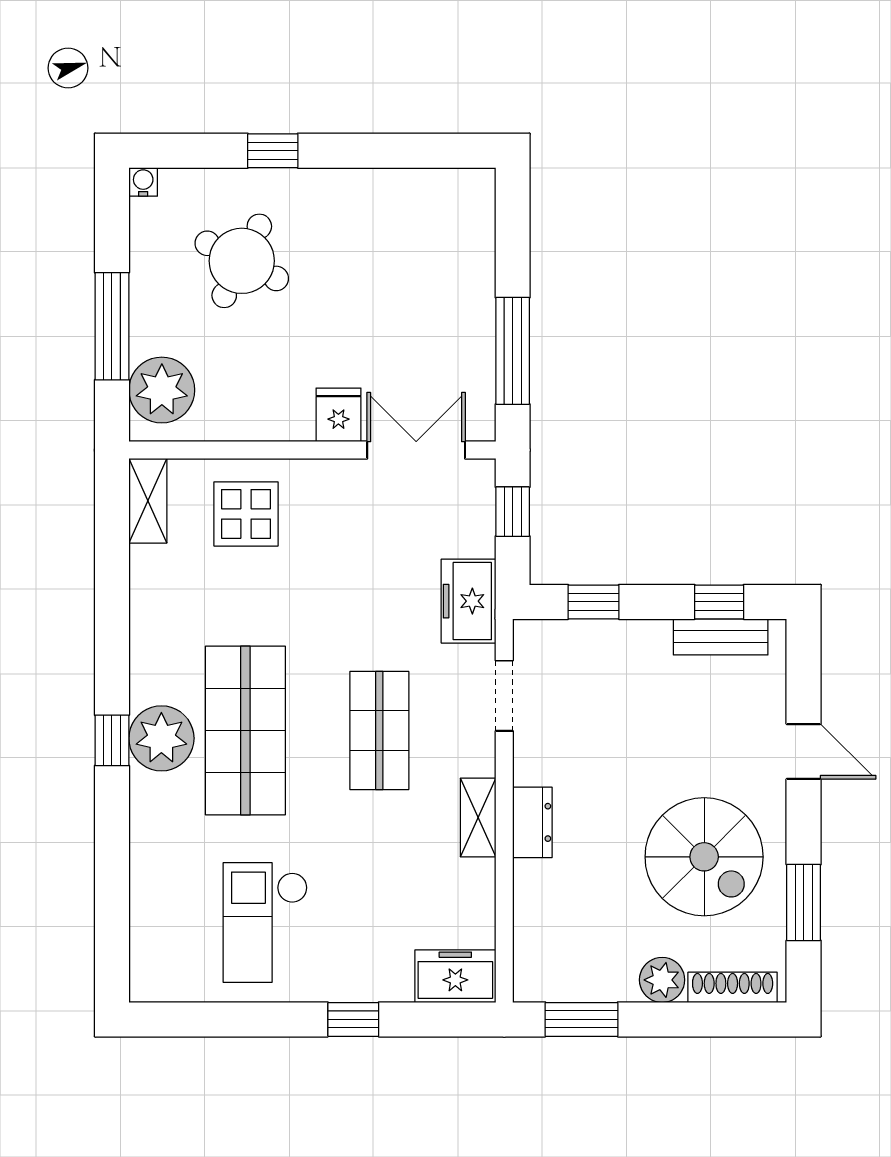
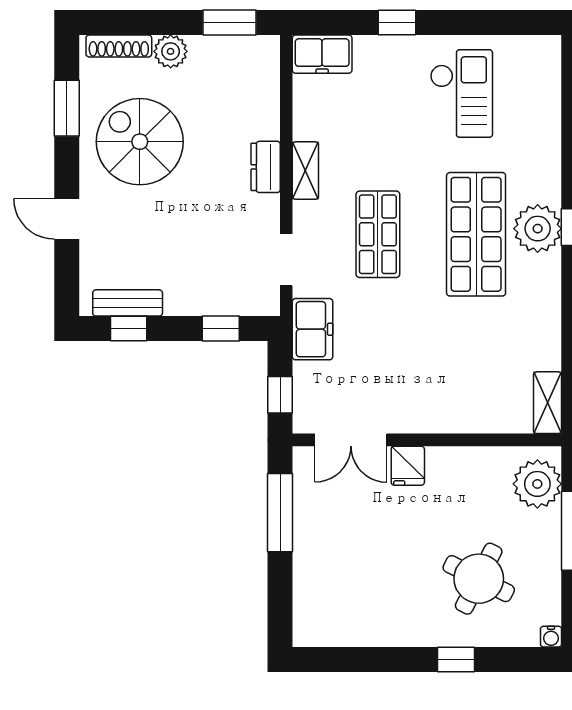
display table: (246, 514) -> (476, 393), removed

